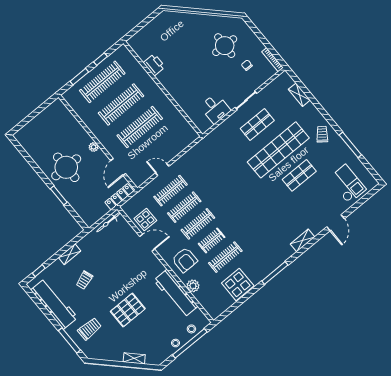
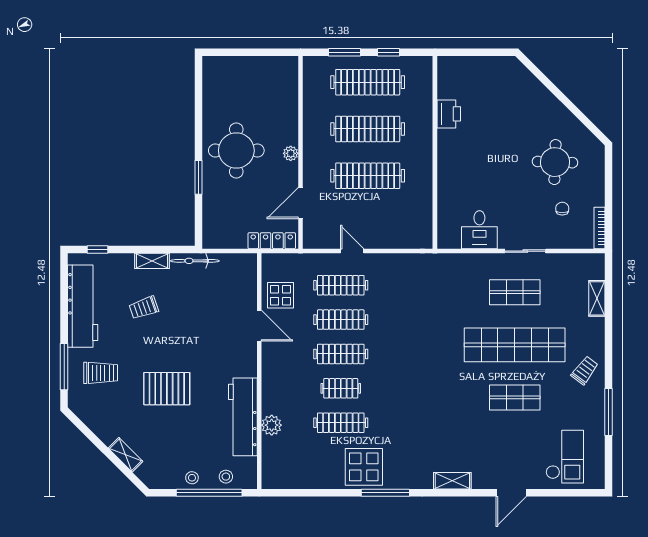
bicycle: (109, 222) -> (195, 261), moved
armchair: (185, 260) -> (288, 385), removed
display table: (238, 284) -> (364, 467), moved

